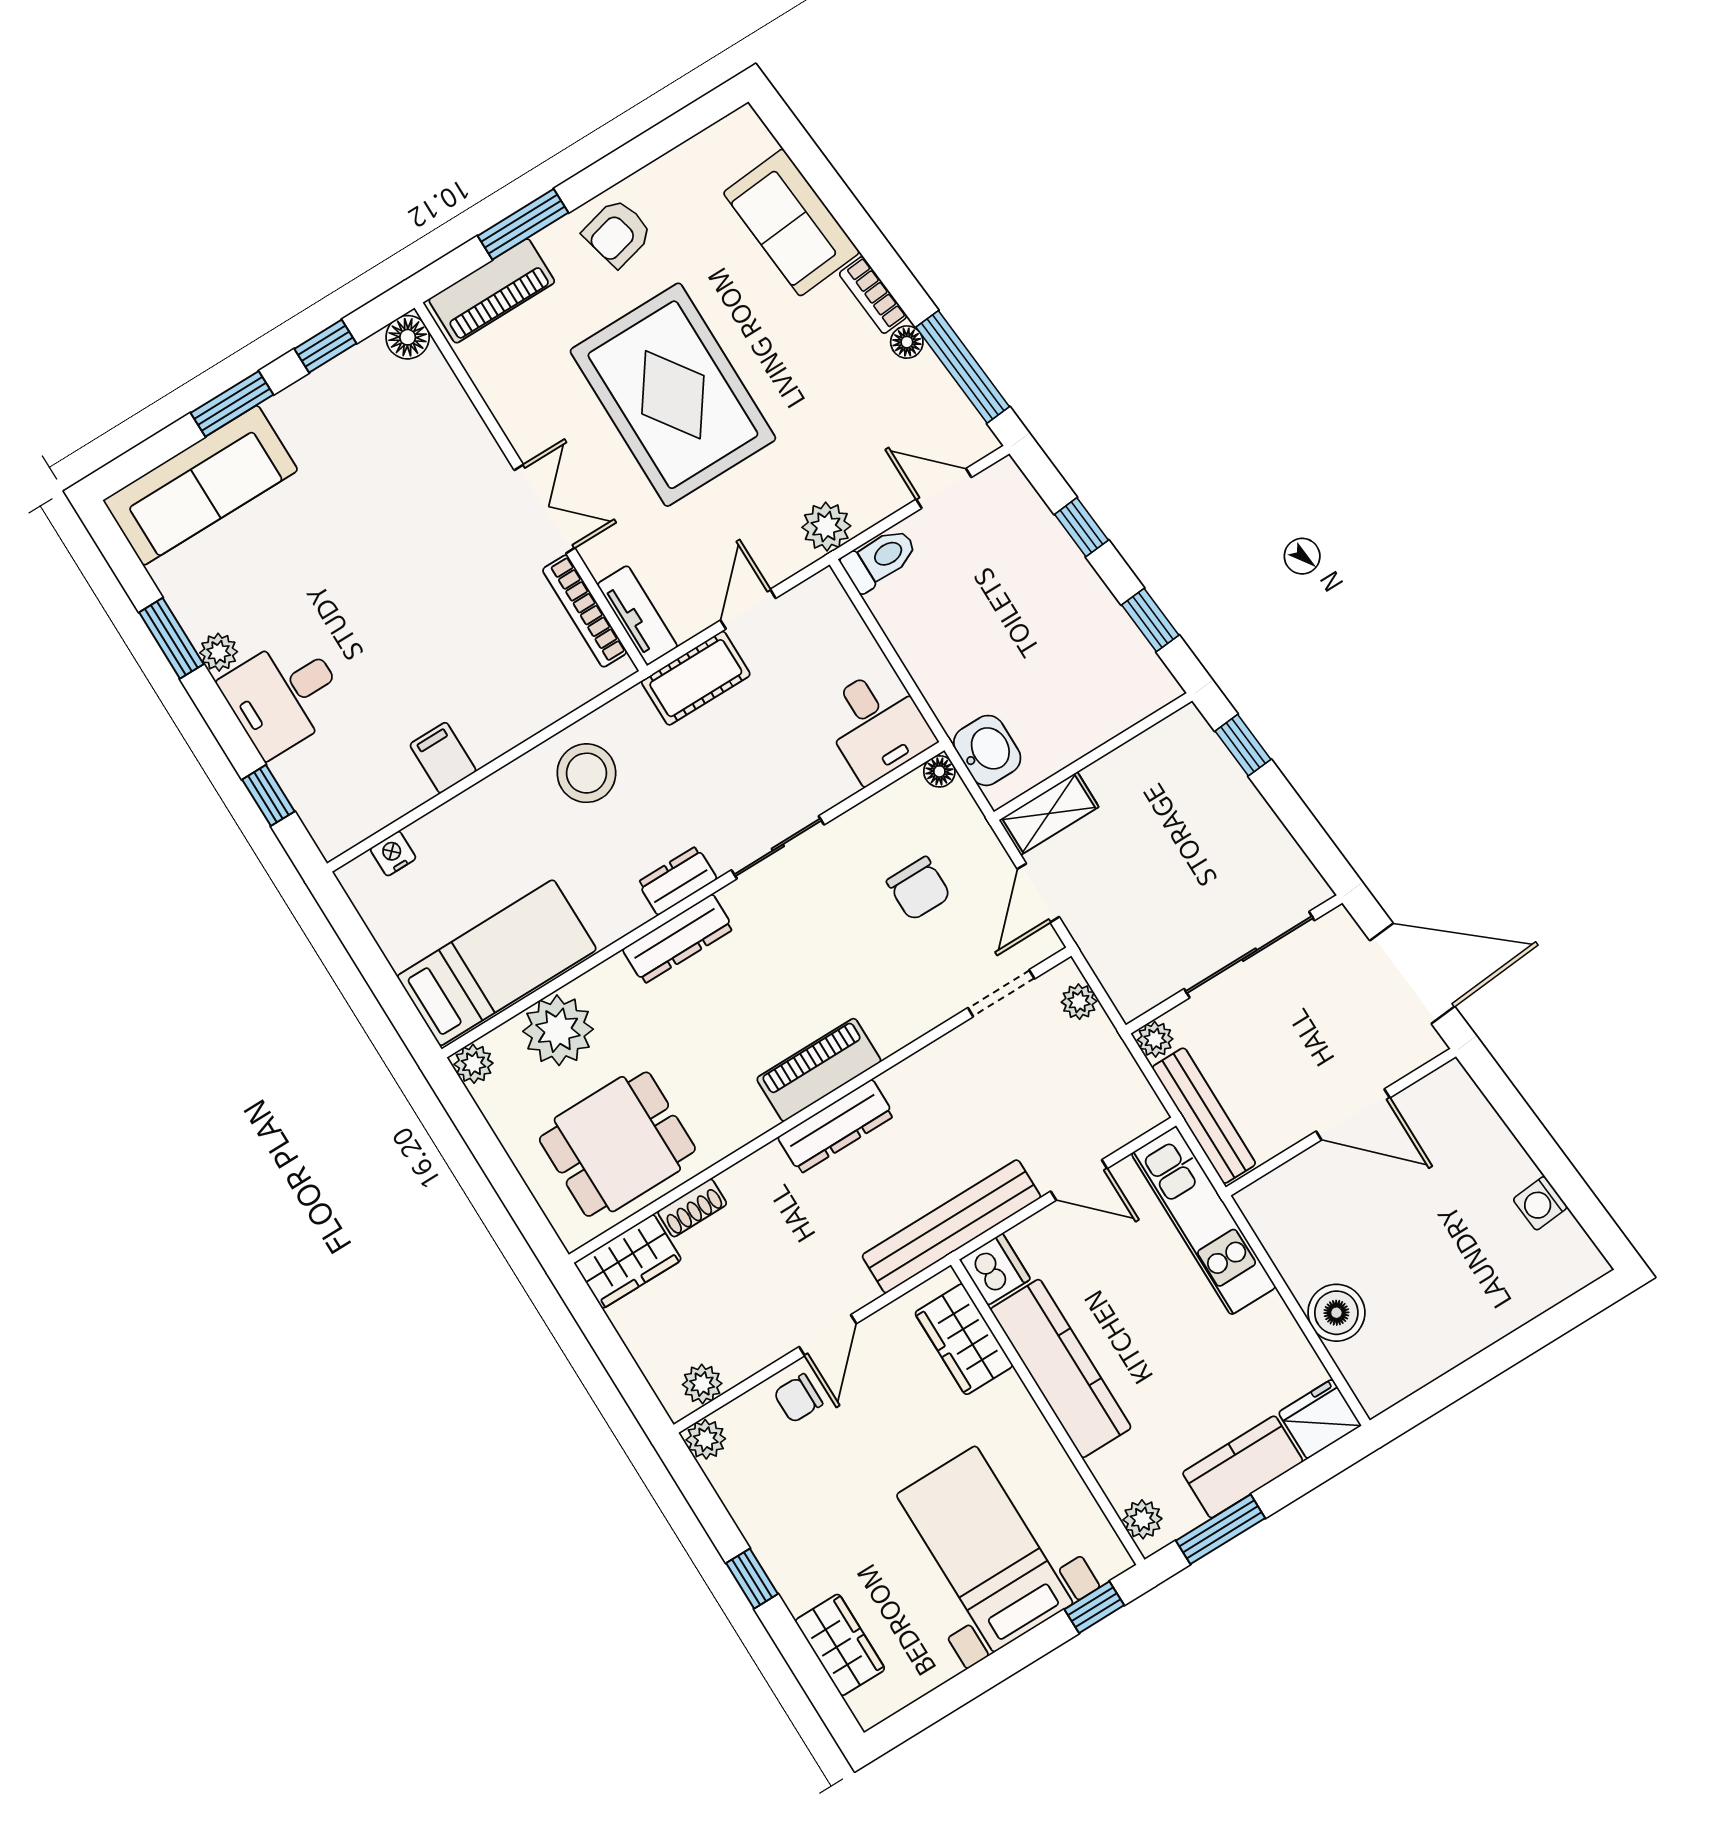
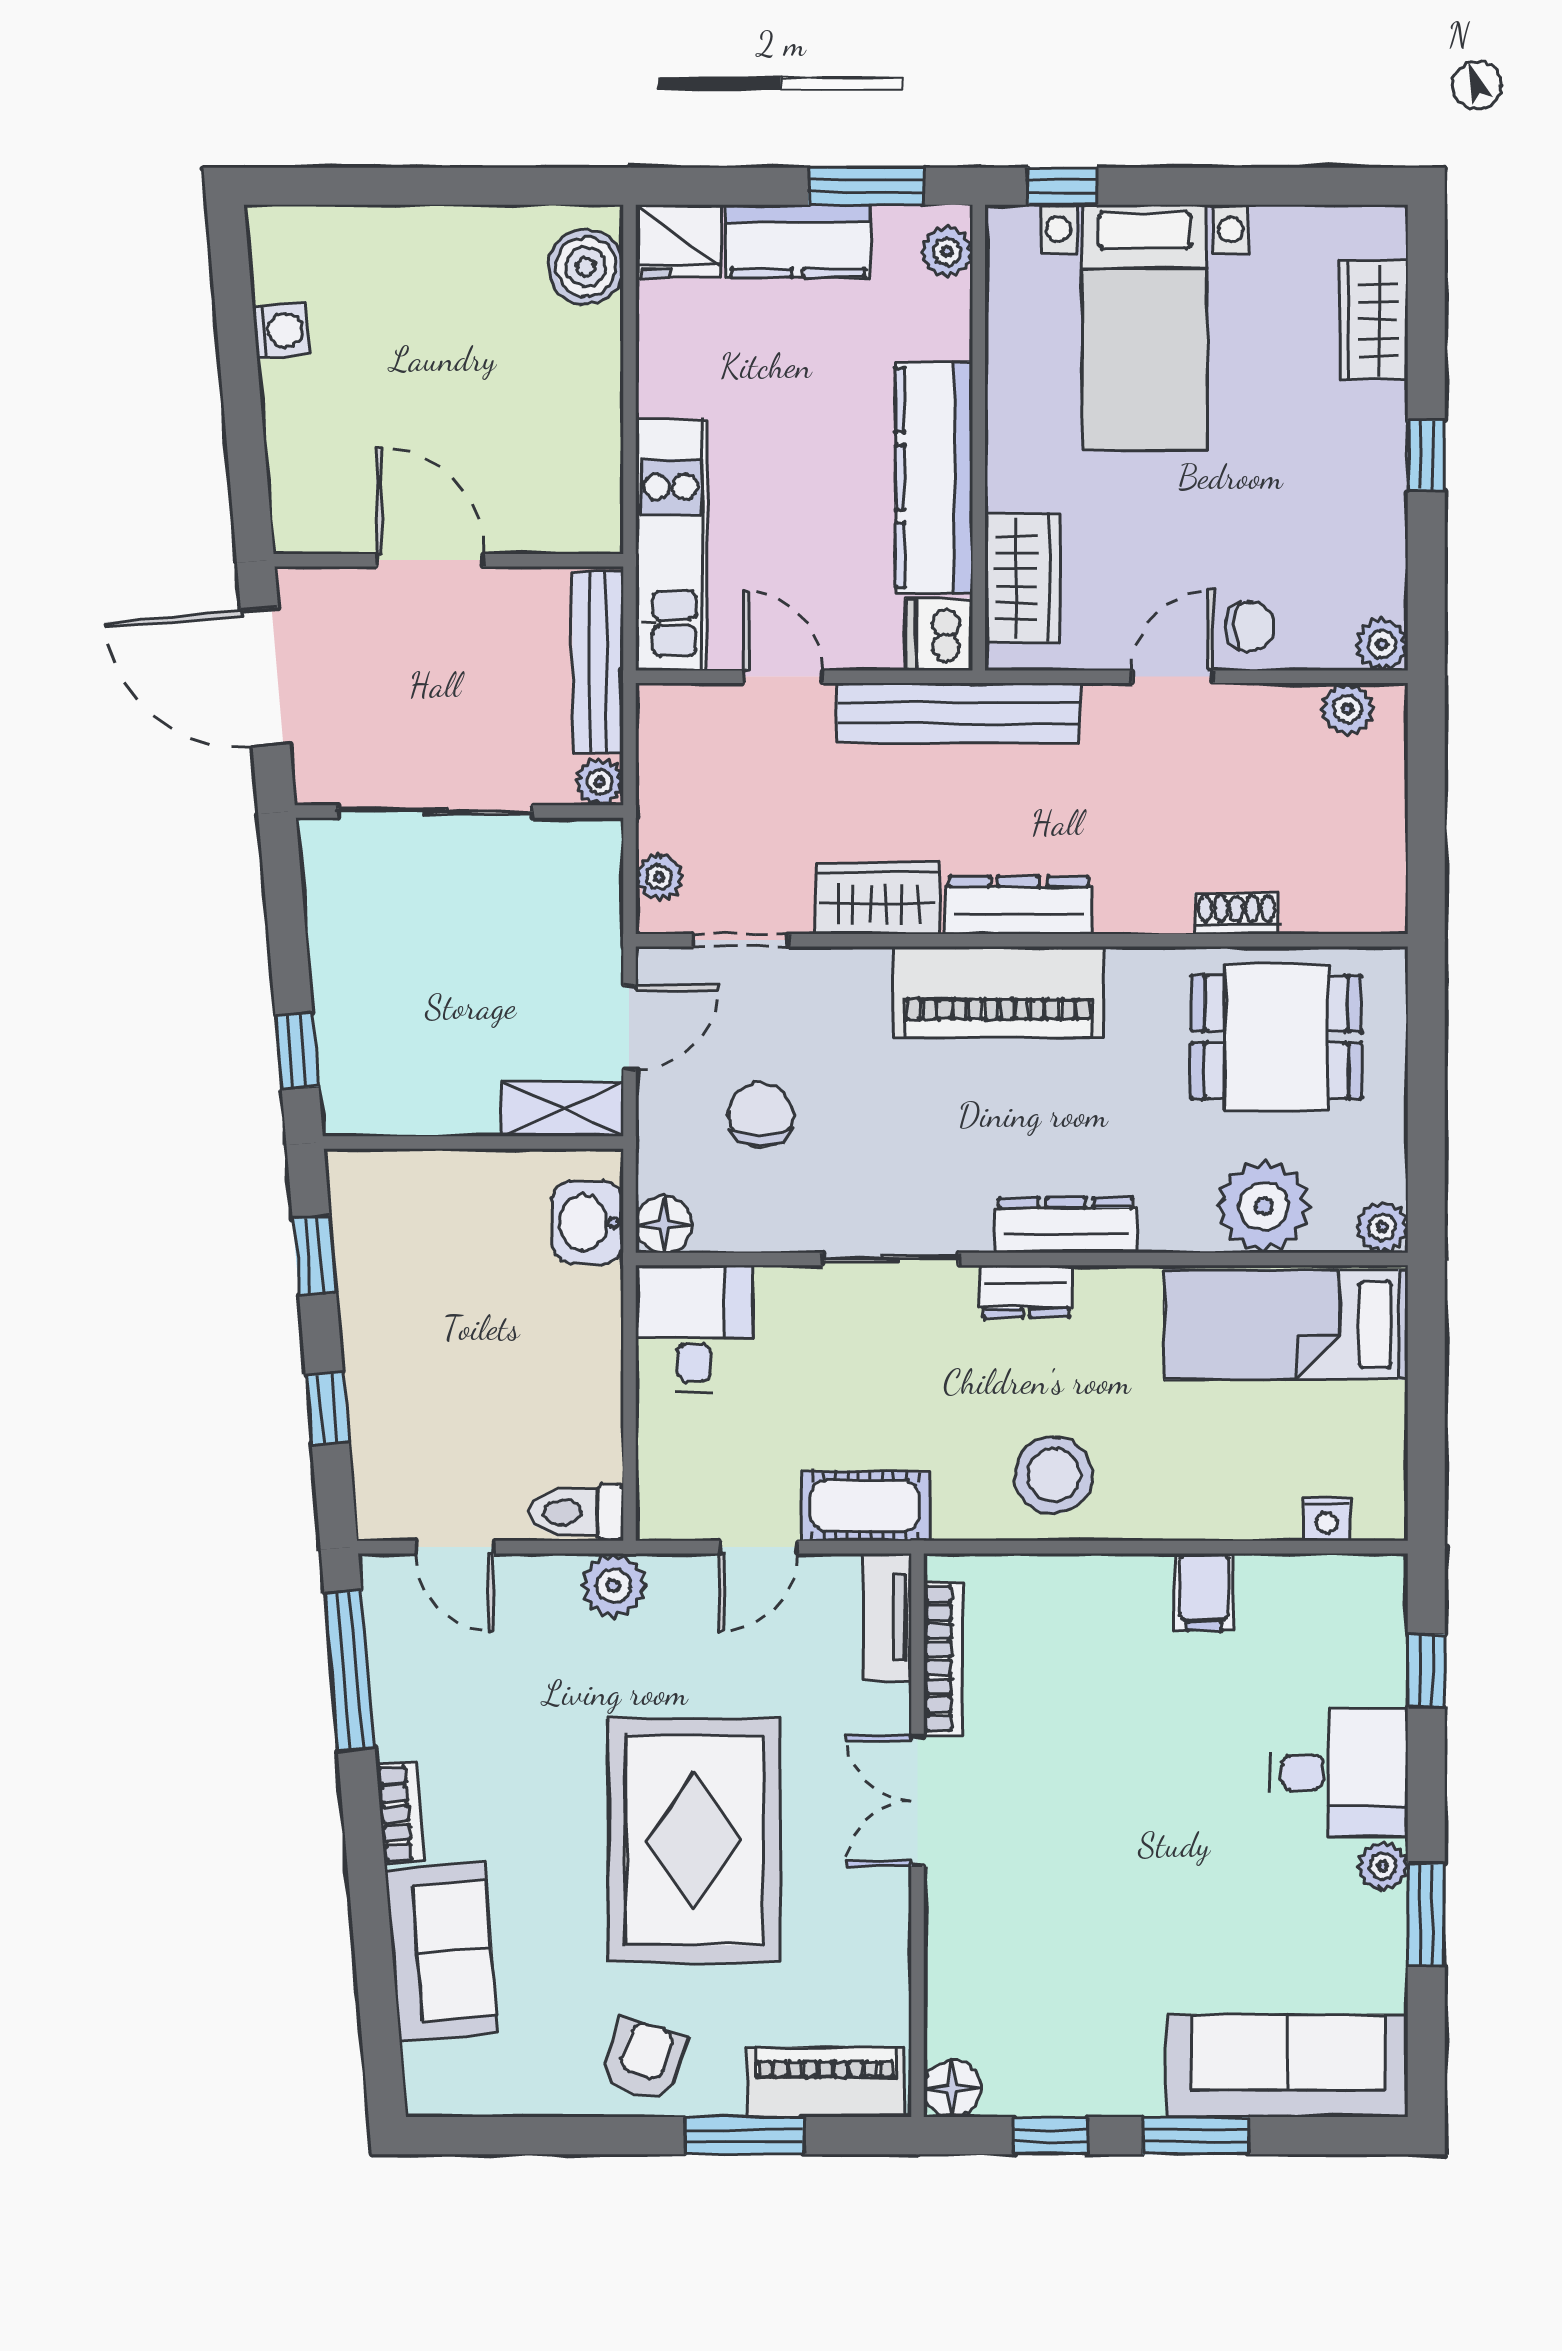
armchair: (617, 233) -> (644, 2060), turned -59
floor lamp: (907, 342) -> (395, 1737), removed
floor lamp: (939, 771) -> (664, 1225), width x1.37, depth x1.37
piano: (819, 1070) -> (998, 992), width x1.37, depth x1.33
wardrobe: (628, 1261) -> (878, 898), moved
boiler: (1336, 1313) -> (586, 267), moved

